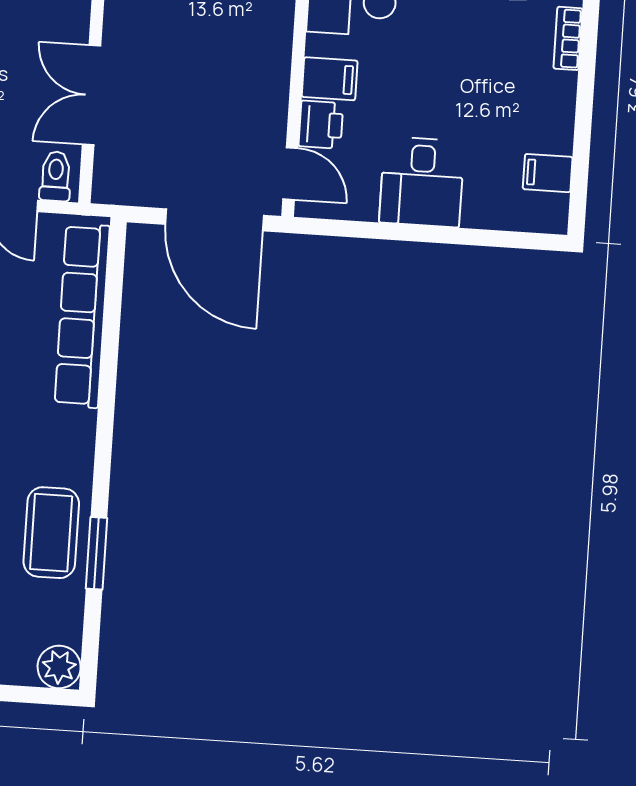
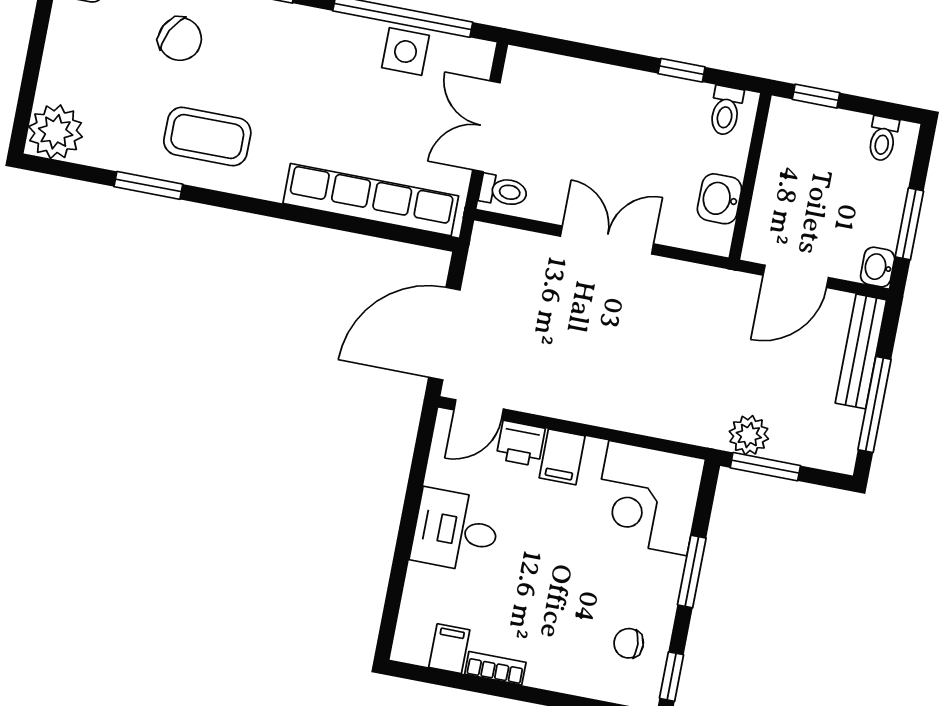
bookcase: (568, 38) -> (495, 668), moved
double door: (91, 95) -> (607, 240), moved
coffee table: (51, 533) -> (207, 137), moved
plant: (59, 667) -> (56, 132), width x1.36, depth x1.36

